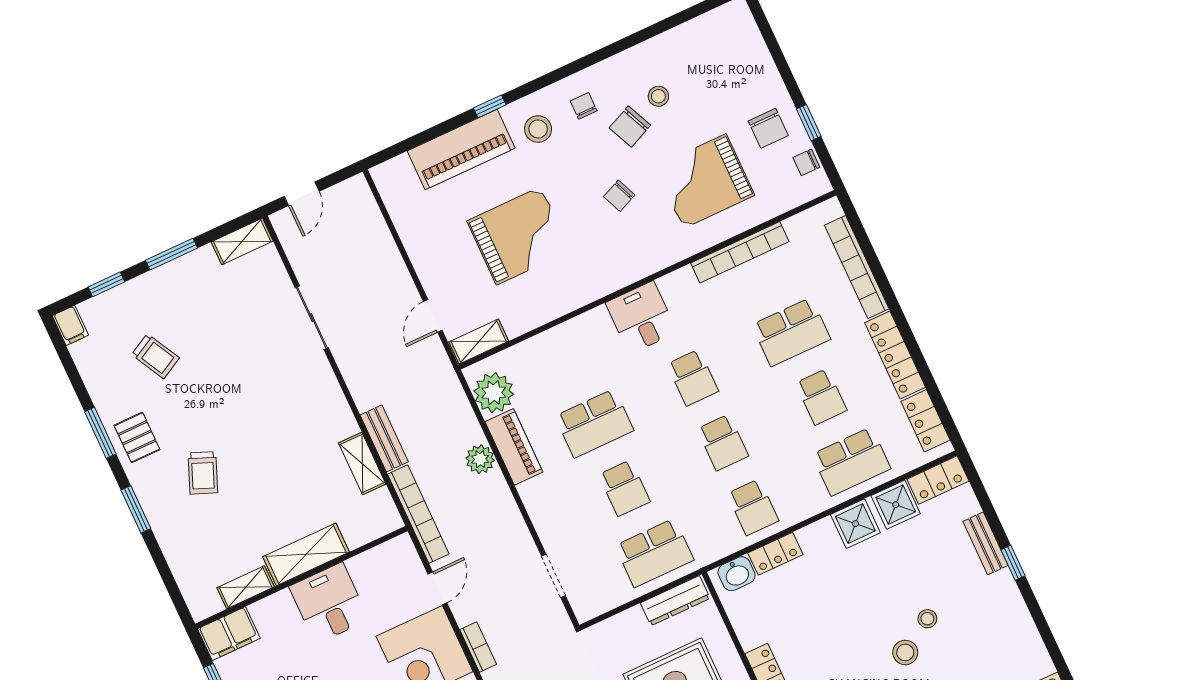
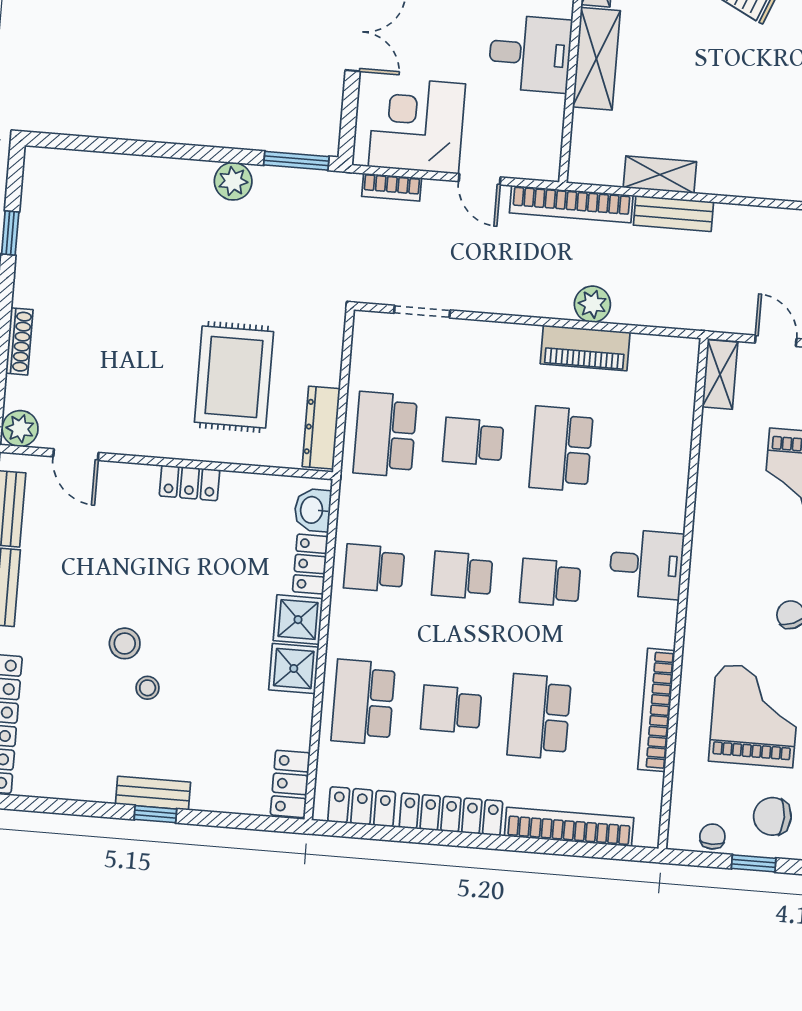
plant: (494, 393) -> (656, 359), removed
shower: (896, 505) -> (298, 620), moved
bench: (986, 543) -> (153, 793), moved

